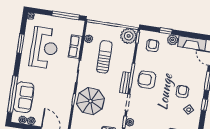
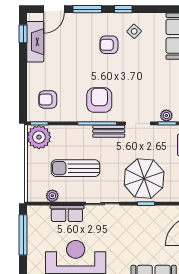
window: (166, 31) -> (23, 34), moved
plant: (173, 40) -> (35, 71), removed
armchair: (147, 80) -> (99, 100), turned 180

